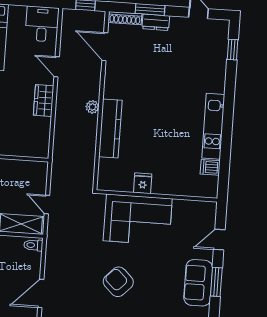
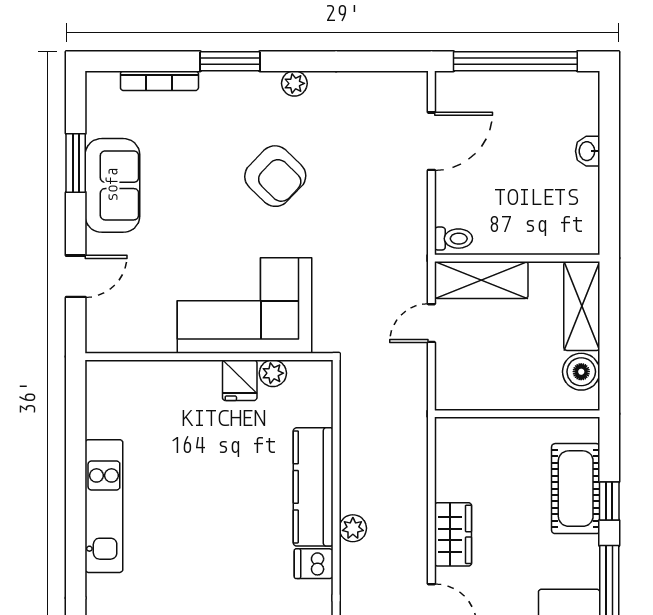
dishwasher: (210, 167) -> (314, 564), moved, turned 180
plant: (126, 186) -> (273, 373), added
door: (47, 205) -> (431, 323), swing flipped
window: (216, 282) -> (76, 163), moved

